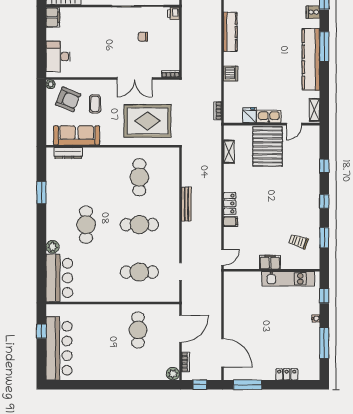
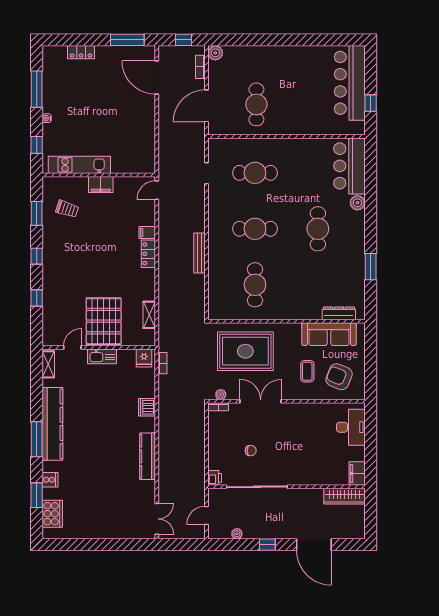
plant: (51, 84) -> (221, 395), moved
fridge: (249, 115) -> (144, 358), moved

